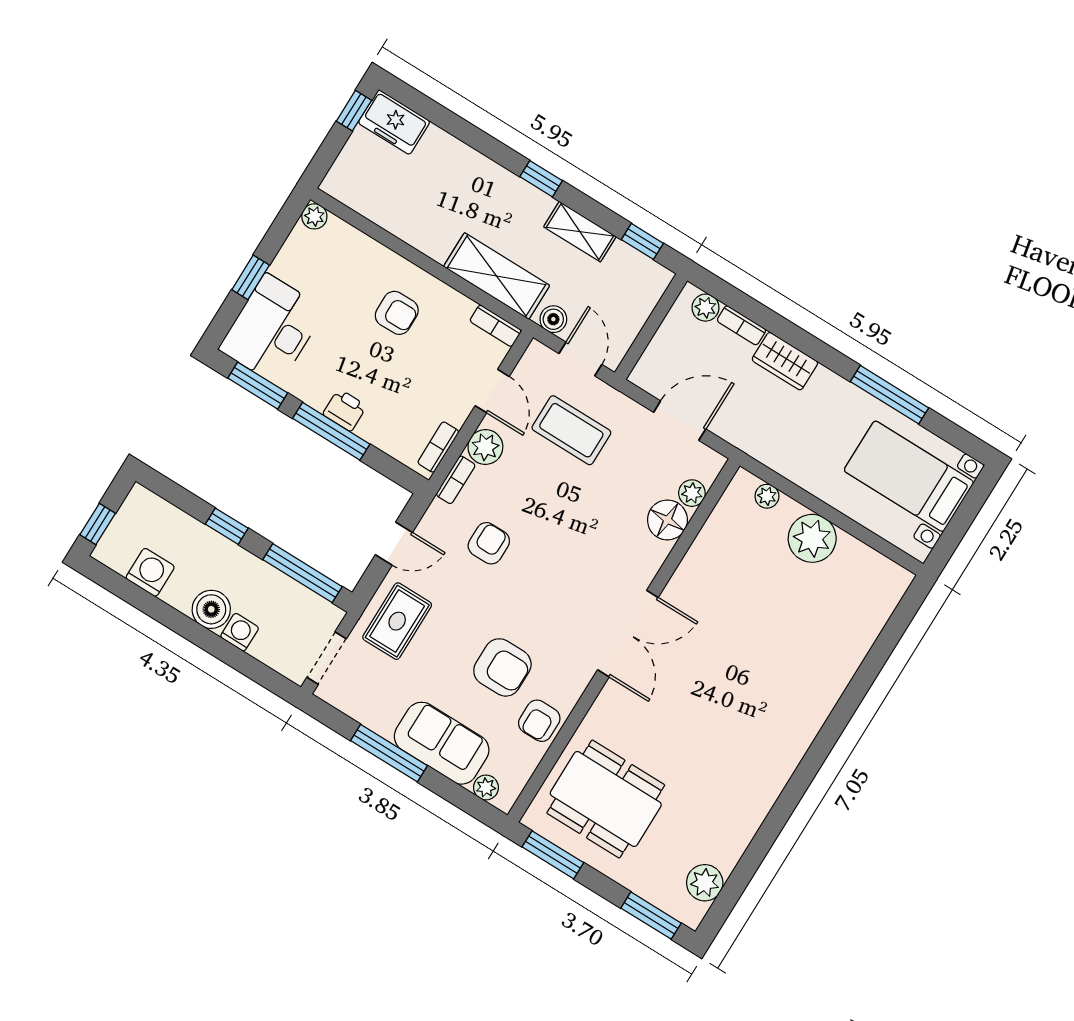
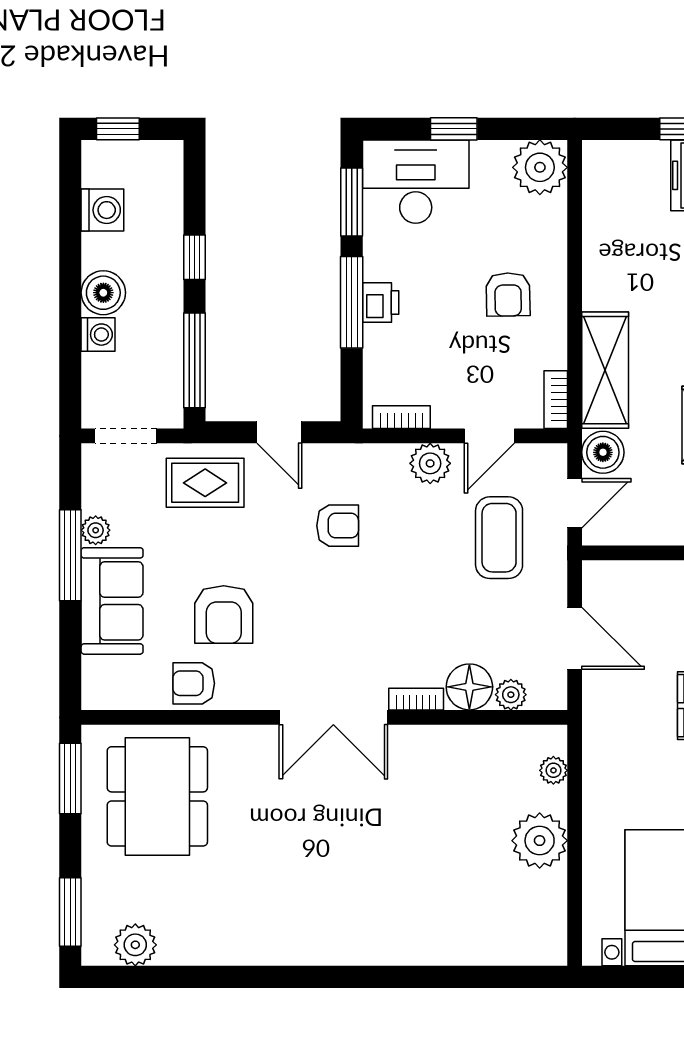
plant: (314, 216) -> (540, 167), width x1.87, depth x1.87
boiler: (553, 319) -> (603, 452), width x1.36, depth x1.36
bookcase: (456, 480) -> (416, 699), moved, turned 180
plant: (486, 787) -> (96, 530), moved

